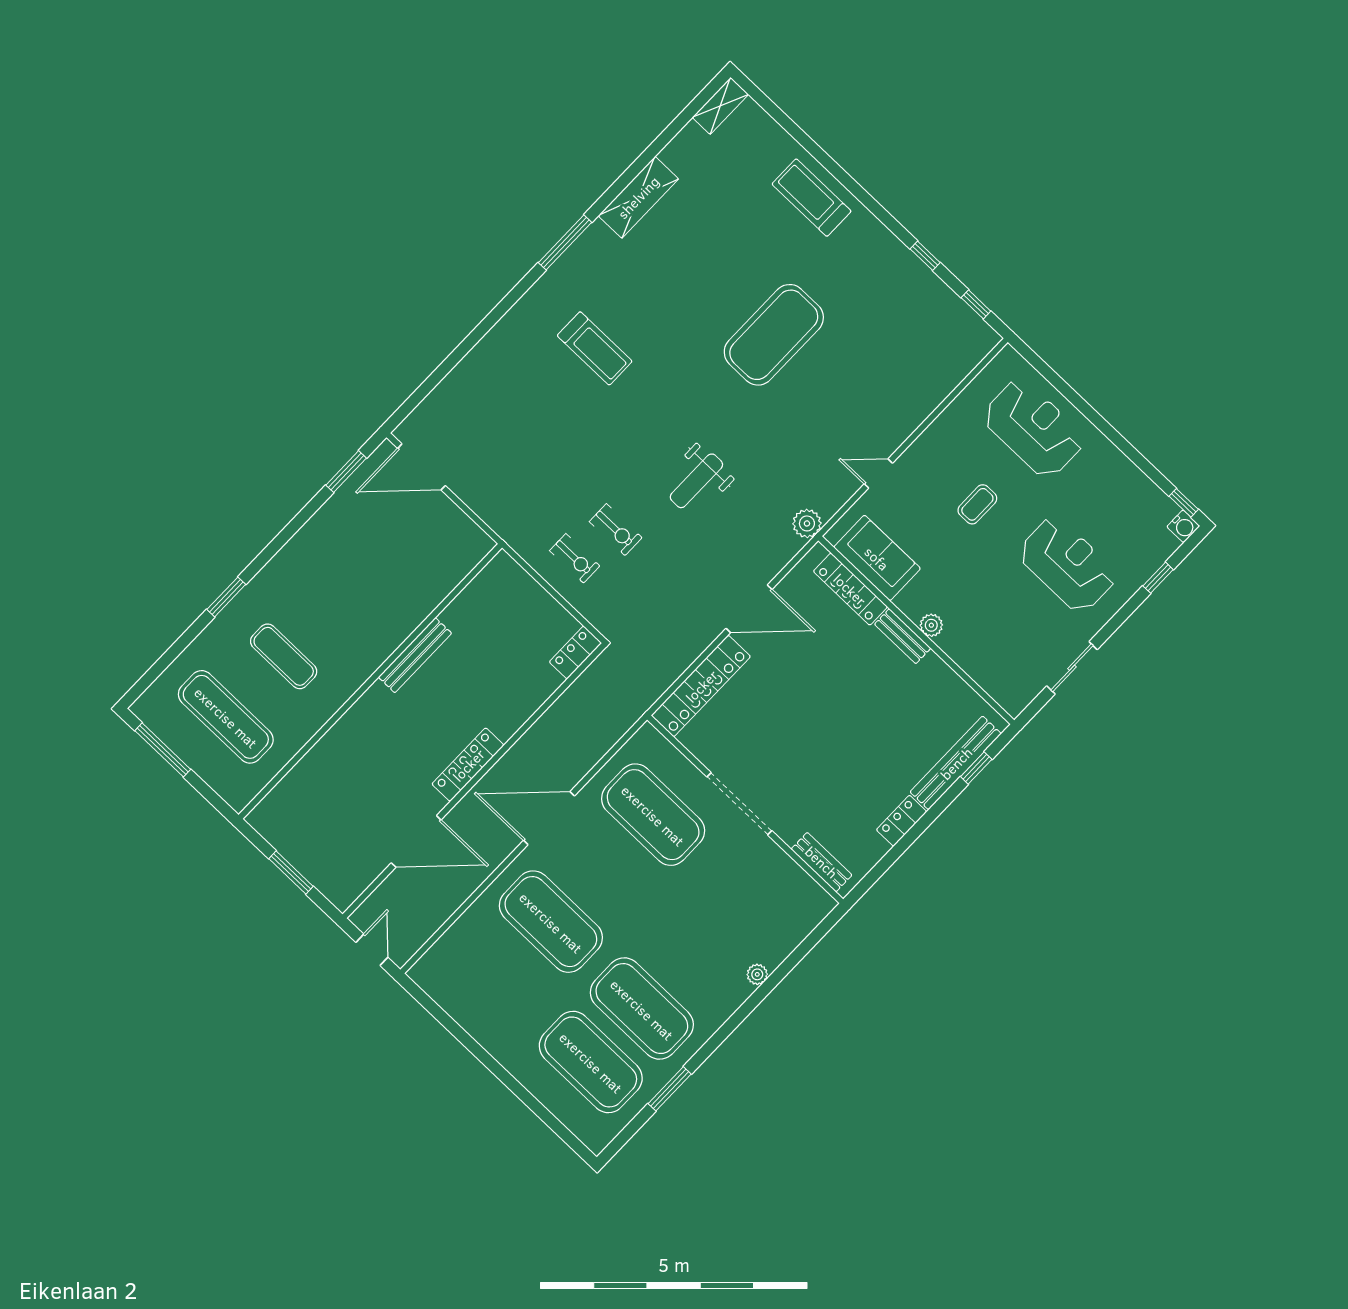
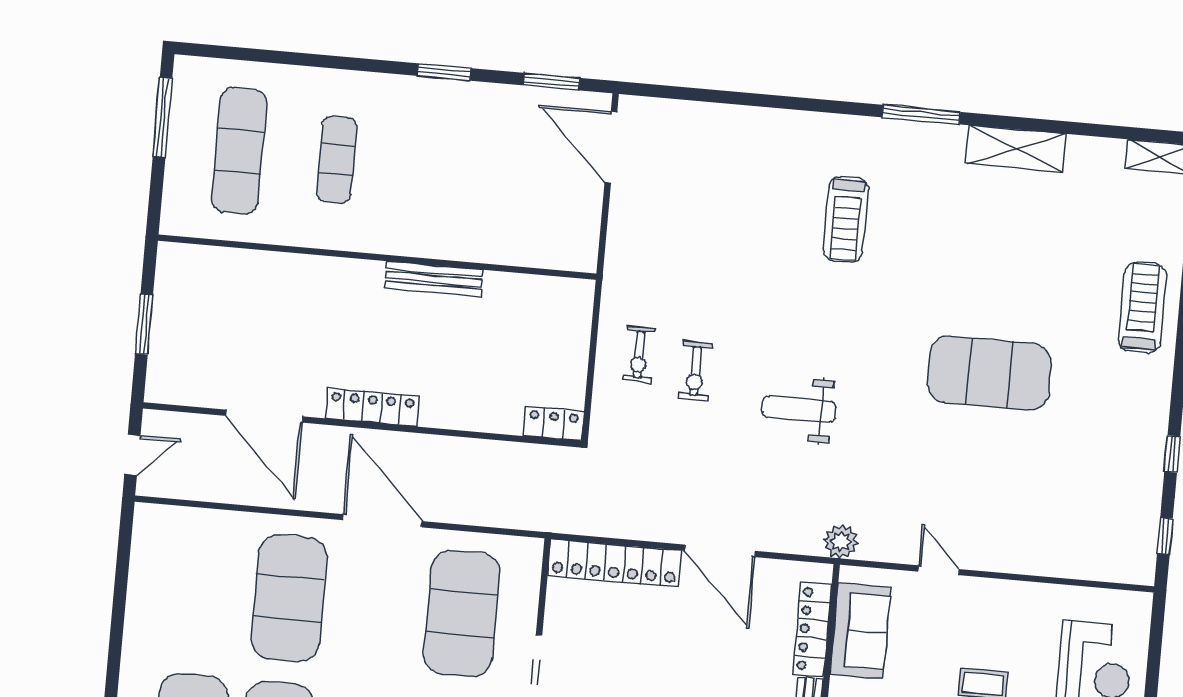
window: (226, 597) -> (444, 72), moved

